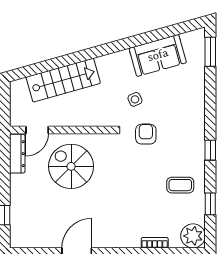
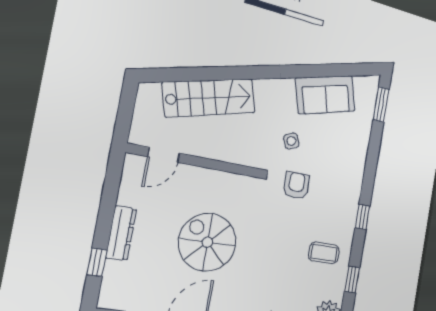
dresser: (17, 154) -> (121, 233), moved
spiral stairs: (71, 166) -> (207, 242), moved

